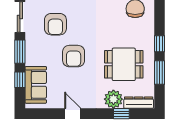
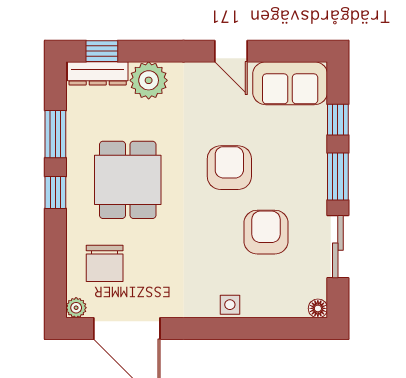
dining table: (124, 64) -> (128, 180), moved, turned 90
sofa: (36, 85) -> (290, 83), moved, turned -90
window: (121, 114) -> (102, 51), moved

